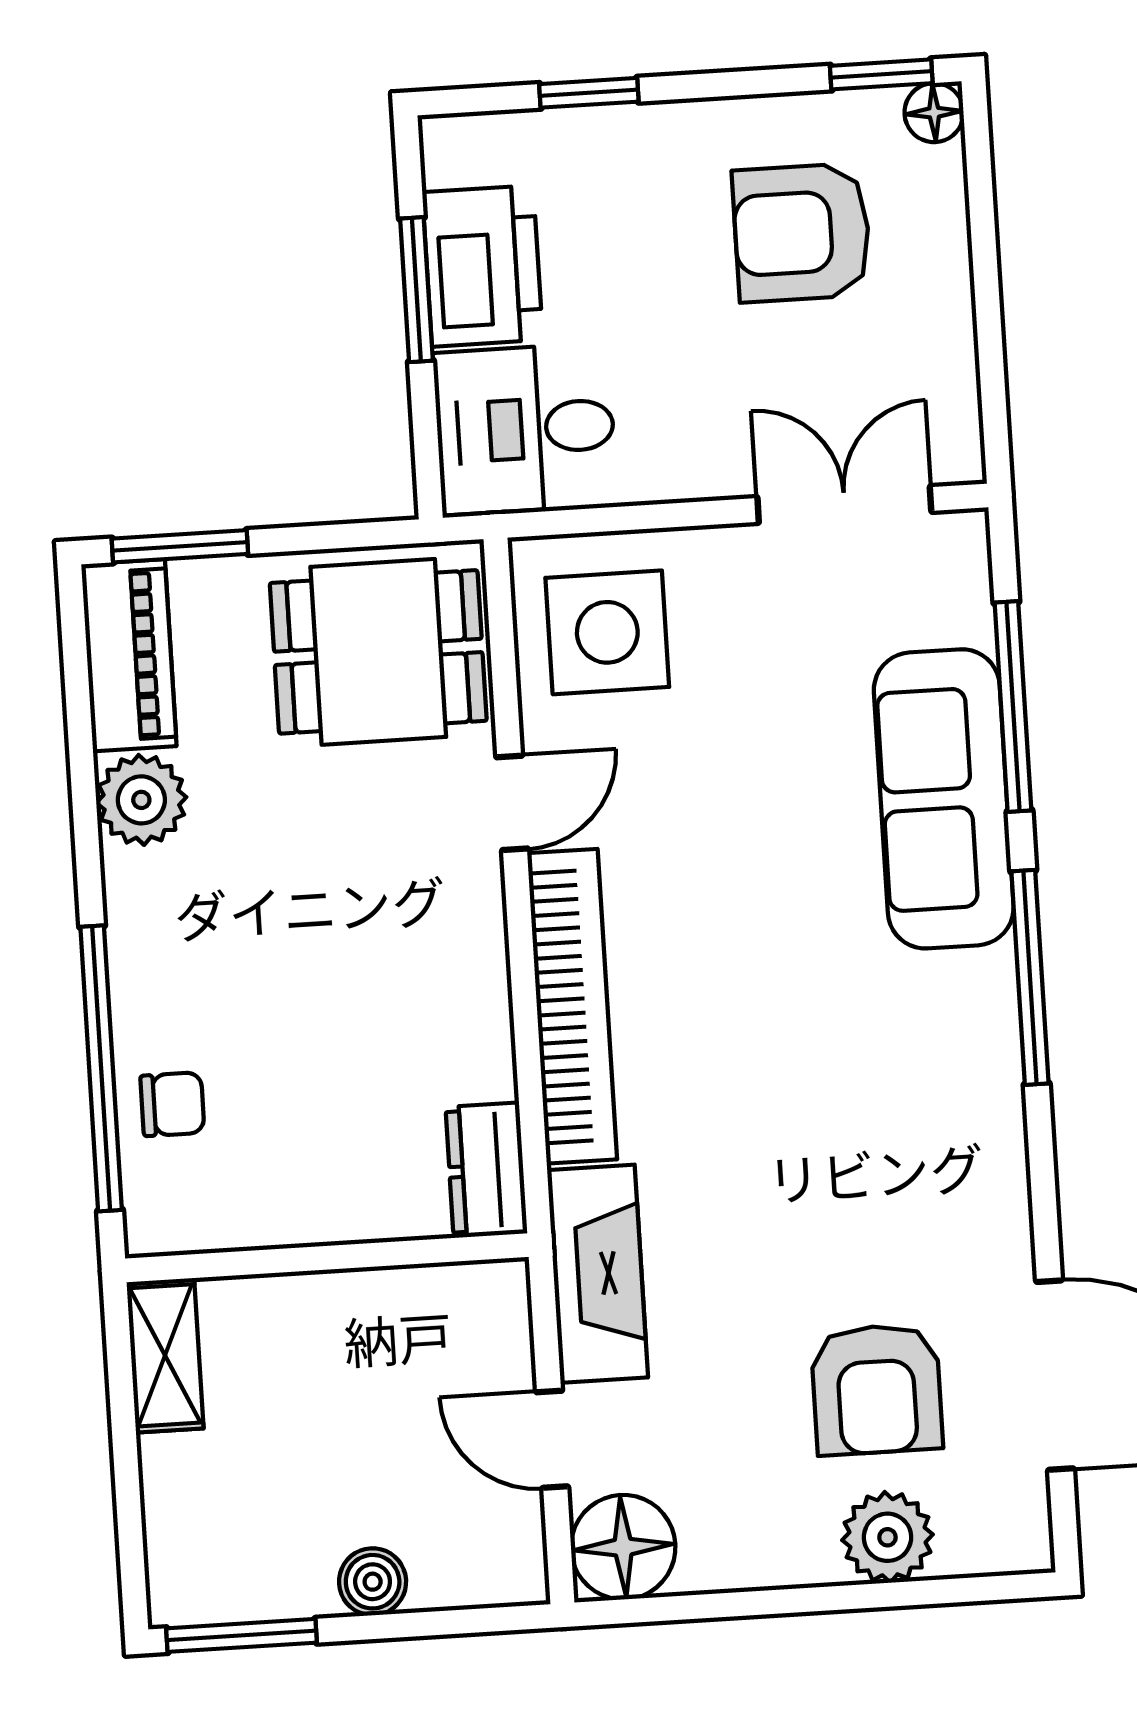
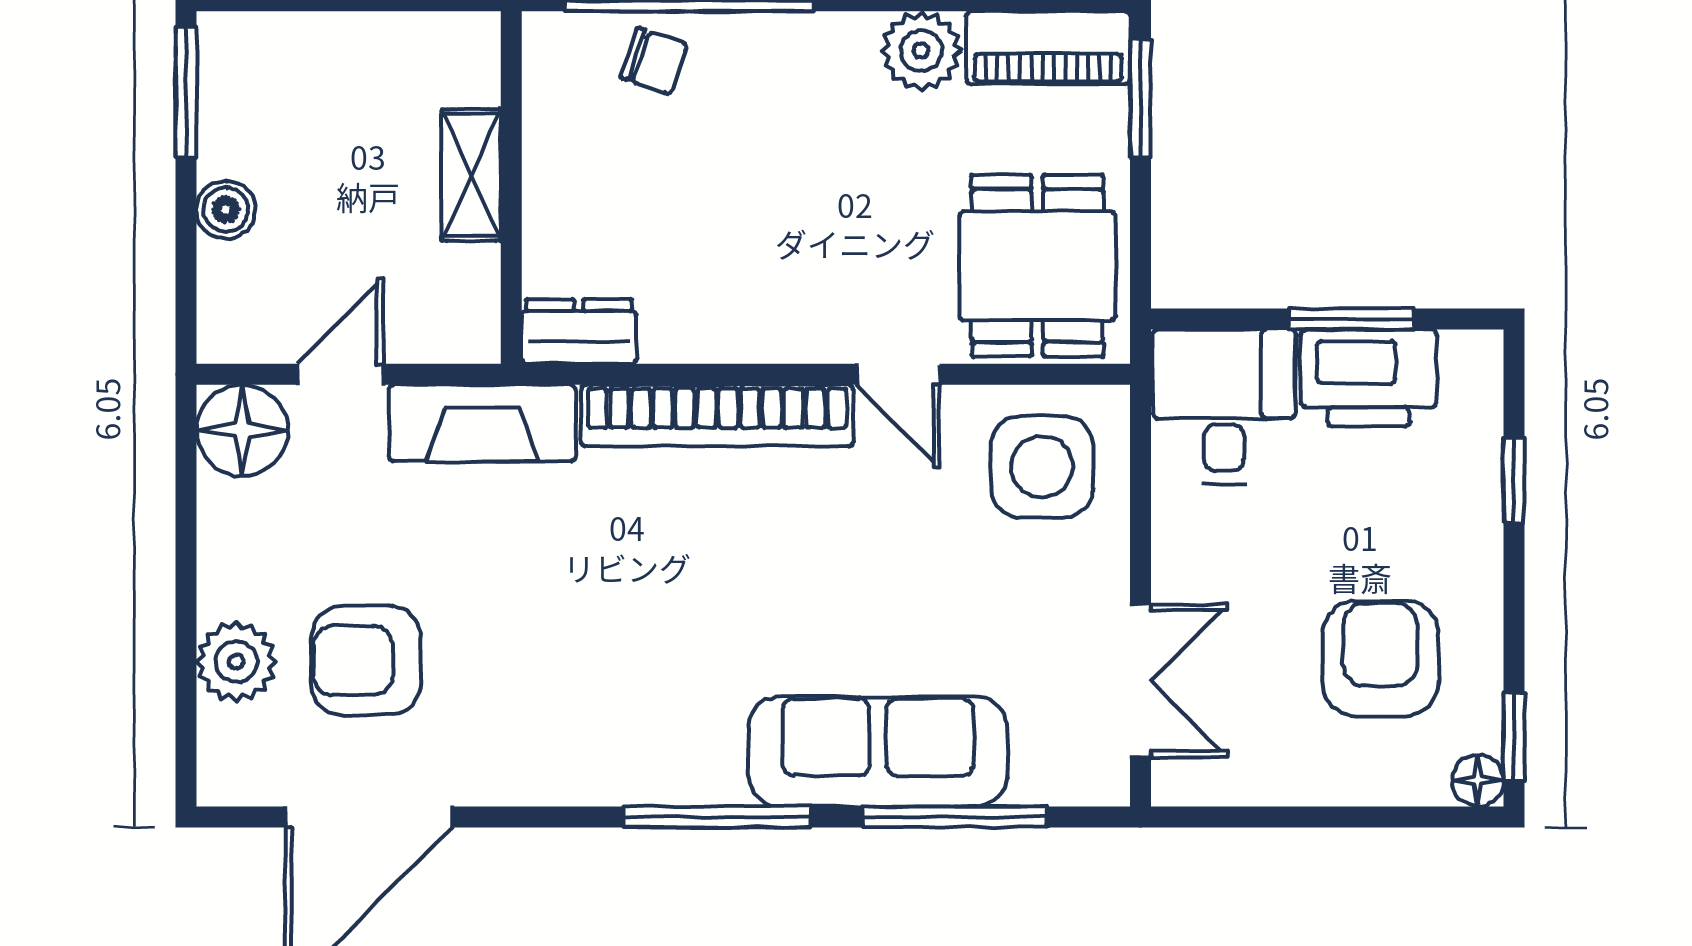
chair: (172, 1104) -> (654, 61), turned -71
shelving: (165, 1355) -> (471, 175), moved, turned 90

